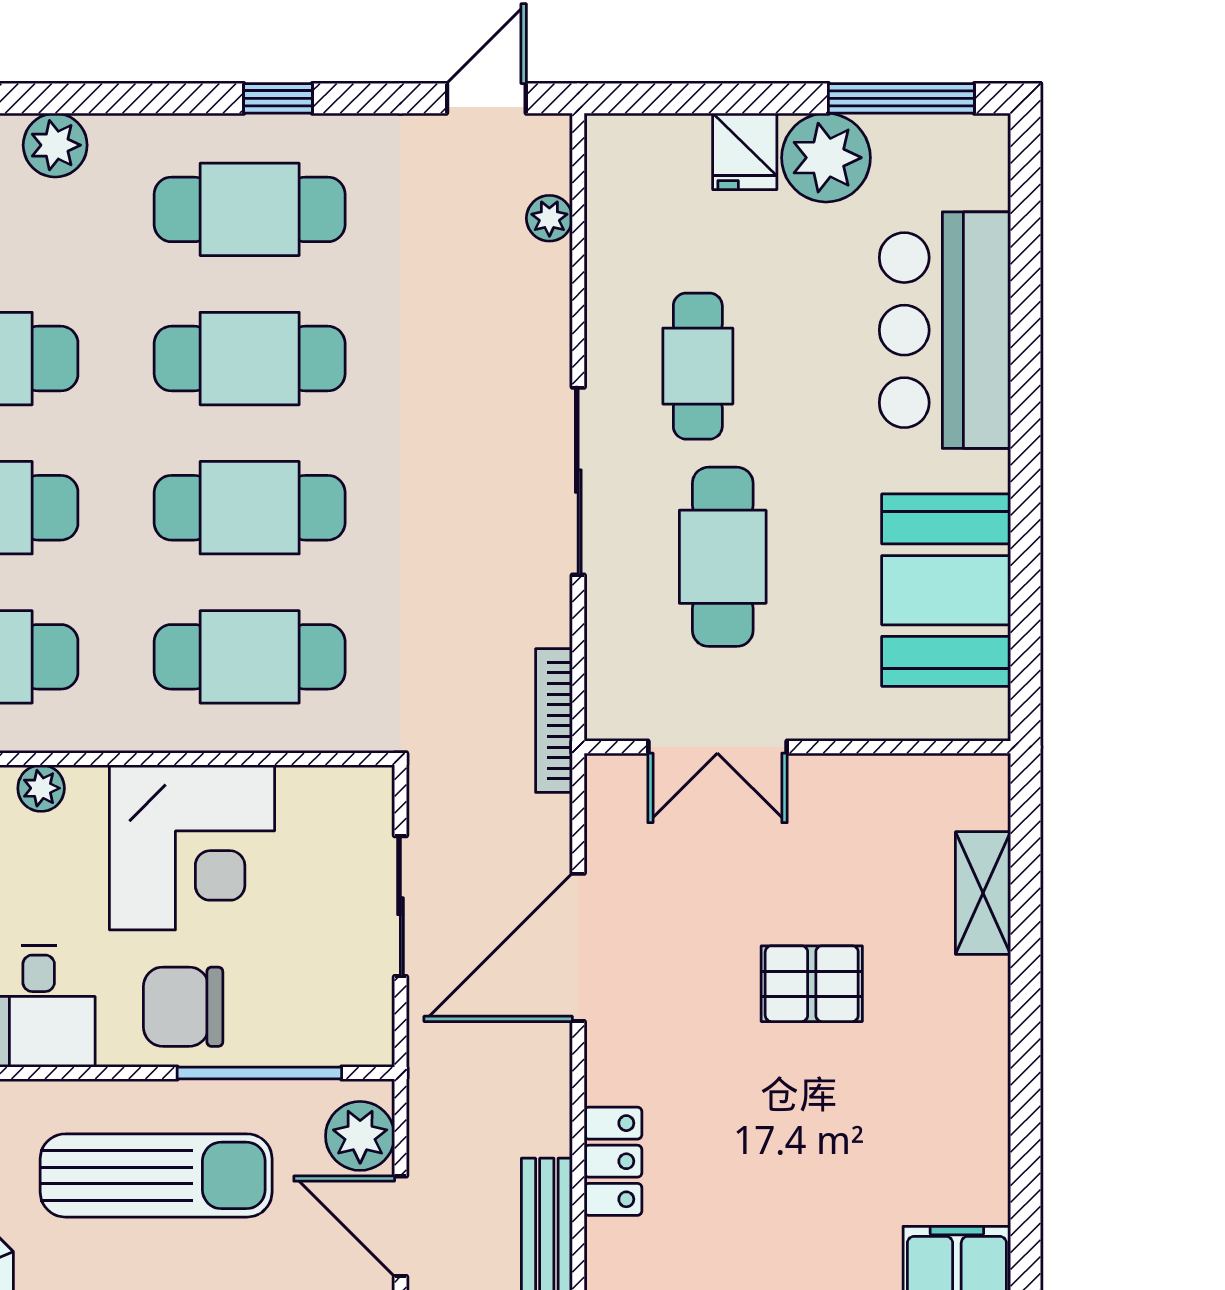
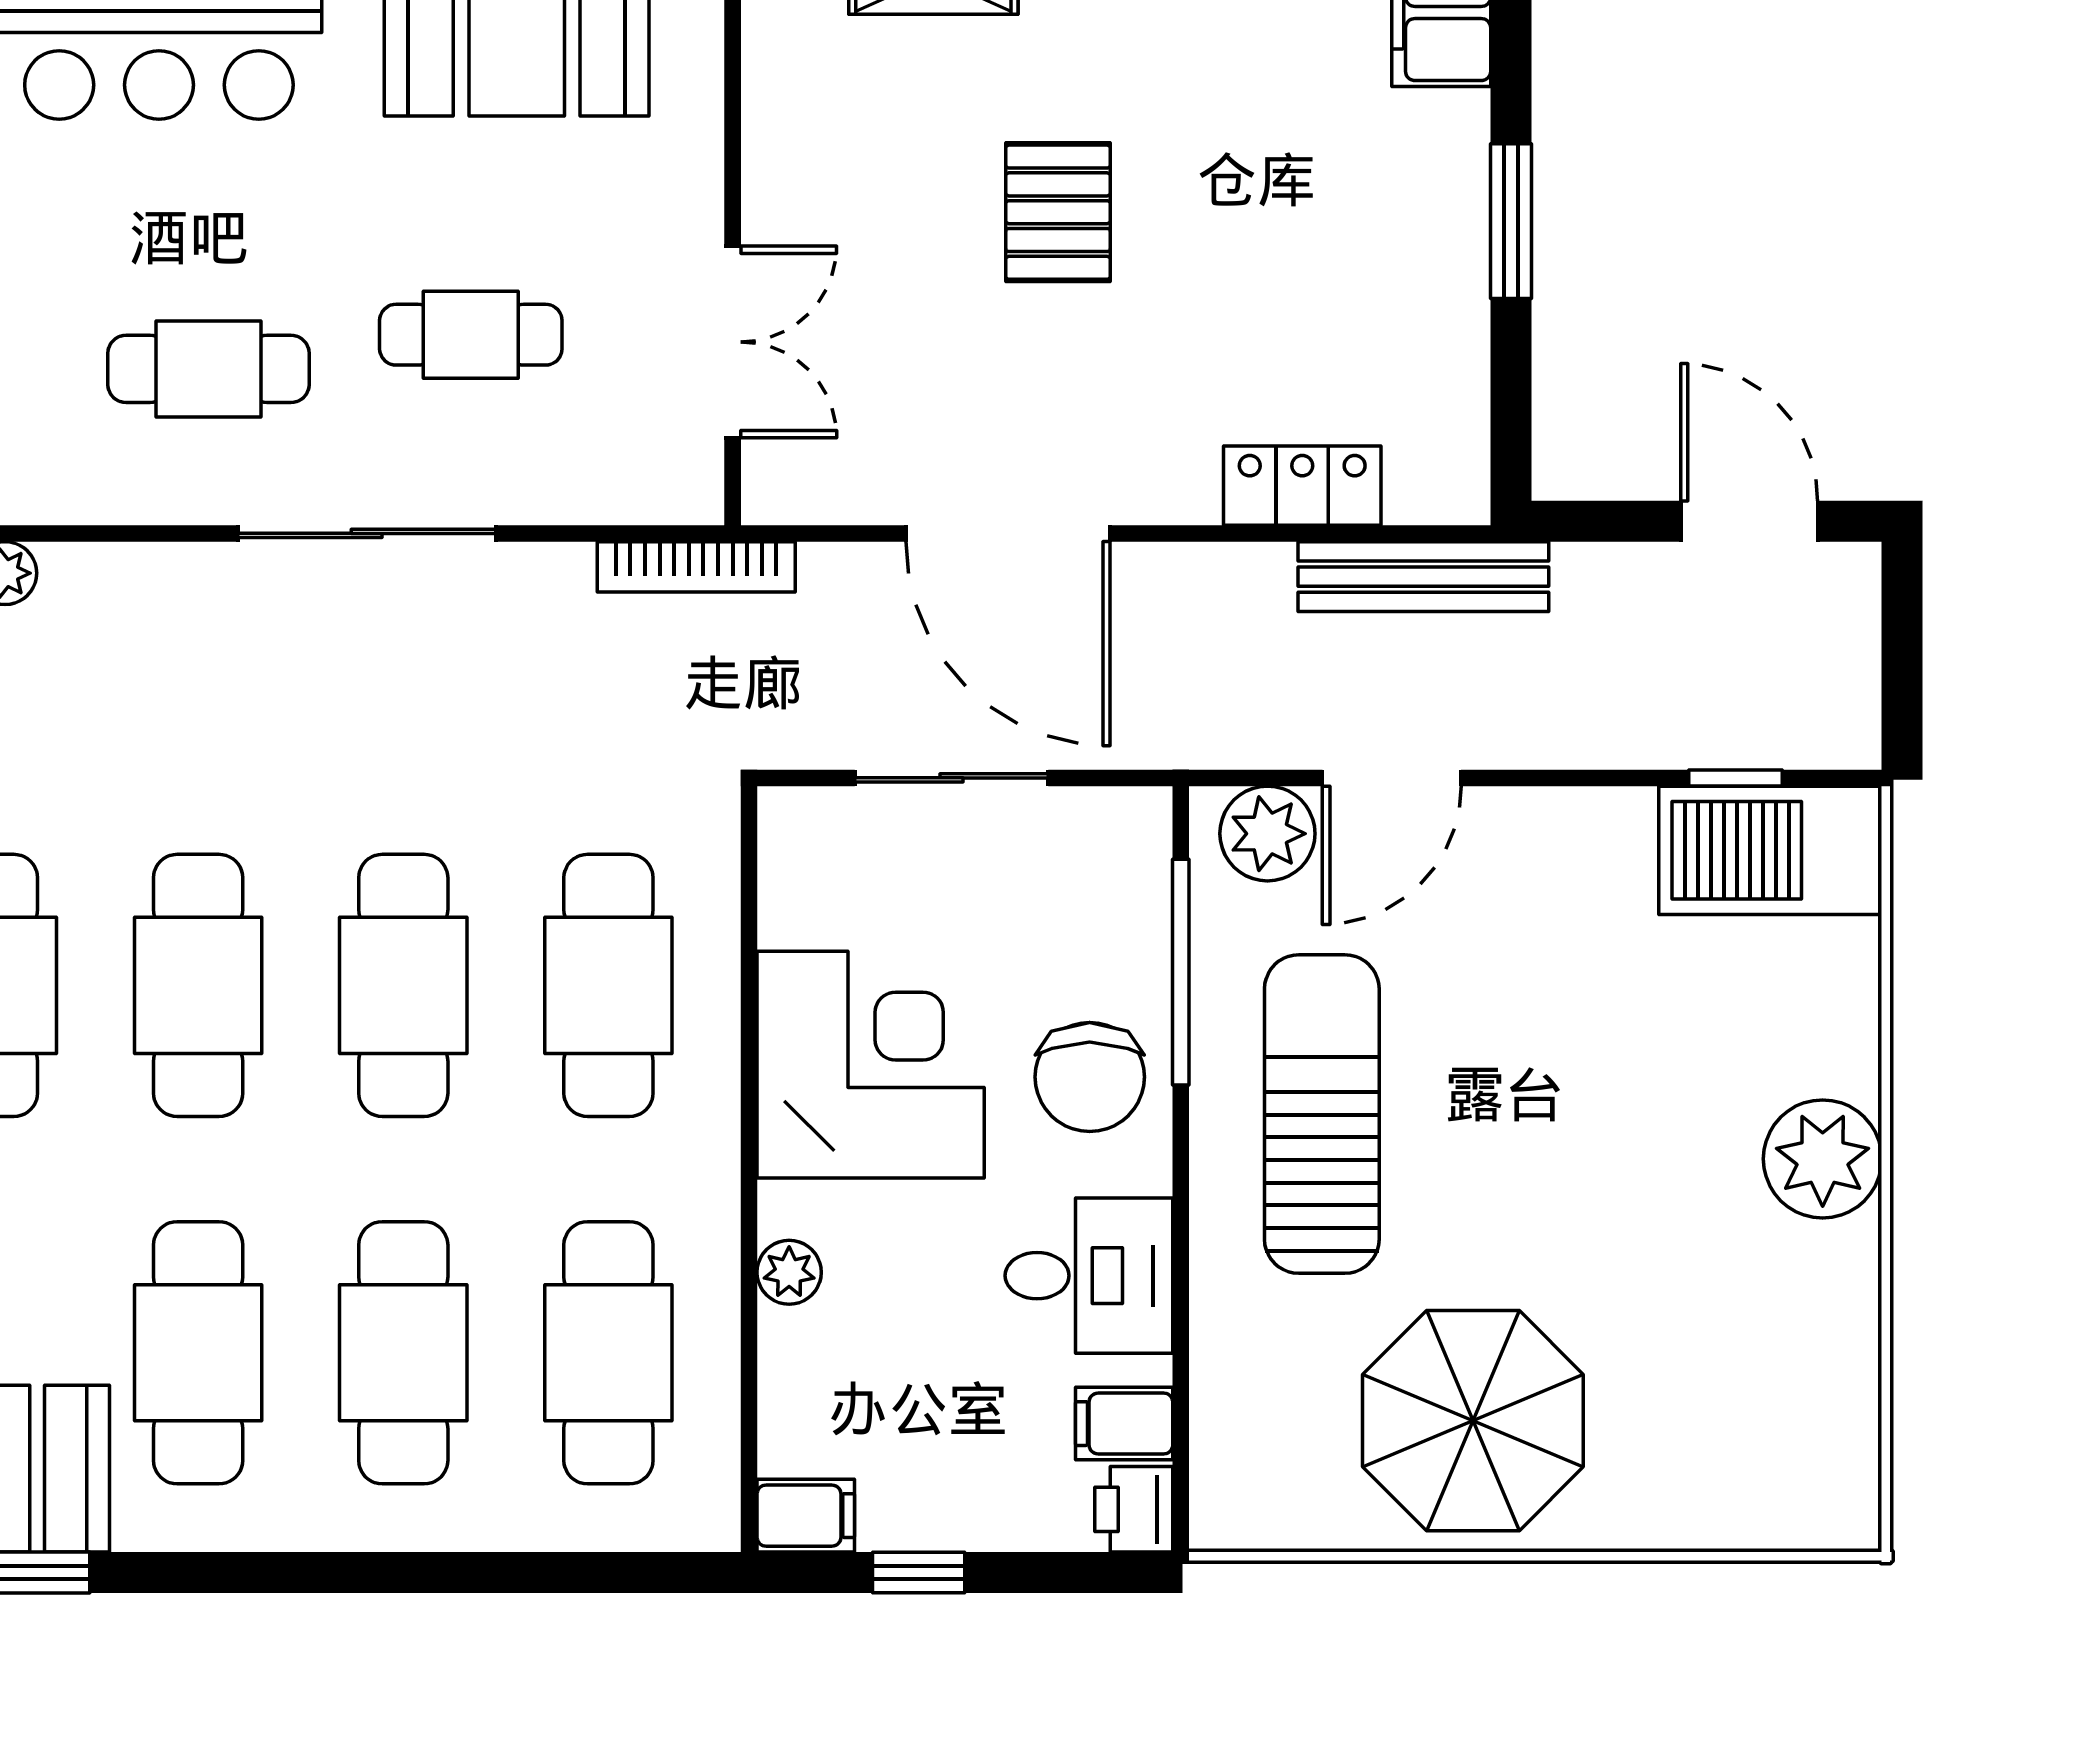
cafe table: (723, 557) -> (471, 335), width x0.73, depth x0.74

